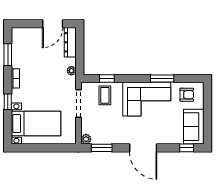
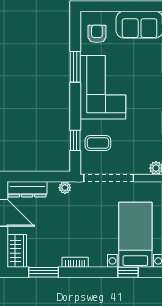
wardrobe: (24, 35) -> (17, 251), added
window: (8, 102) -> (128, 272), moved
doorway: (78, 104) -> (109, 178), width x1.36

